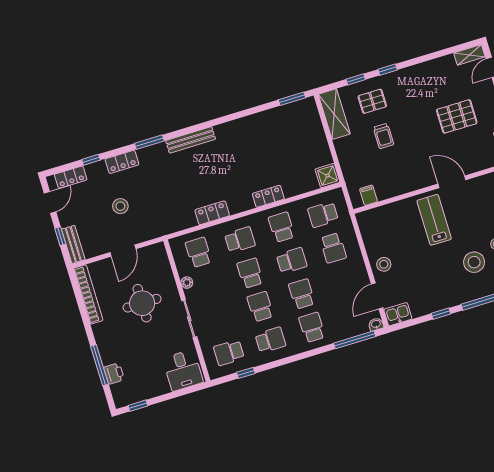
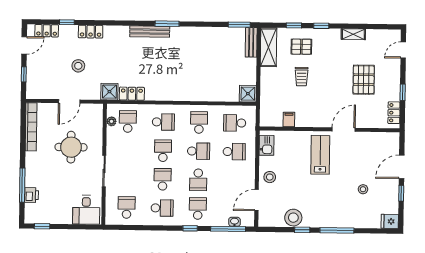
shelving: (469, 55) -> (353, 34), moved
pallet: (457, 116) -> (364, 80), turned 90
window: (149, 142) -> (167, 24), moved
door: (452, 182) -> (344, 130), hinge flipped
filing cabinet: (369, 195) -> (289, 119), moved
locker: (268, 196) -> (196, 95), removed
locker: (212, 213) -> (132, 94), moved
shower: (166, 224) -> (109, 92), added
bench: (73, 244) -> (251, 42), moved
school desk: (333, 248) -> (234, 152), turned -90
stool: (474, 262) -> (293, 218), moved
plant: (187, 283) -> (111, 121), moved
school desk: (302, 294) -> (198, 180), turned 180
kitchen sink: (398, 314) -> (267, 145), moved, turned 90
washbasin: (376, 324) -> (234, 222), moved
school desk: (229, 353) -> (127, 207), turned 90
window: (246, 373) -> (190, 228), moved

